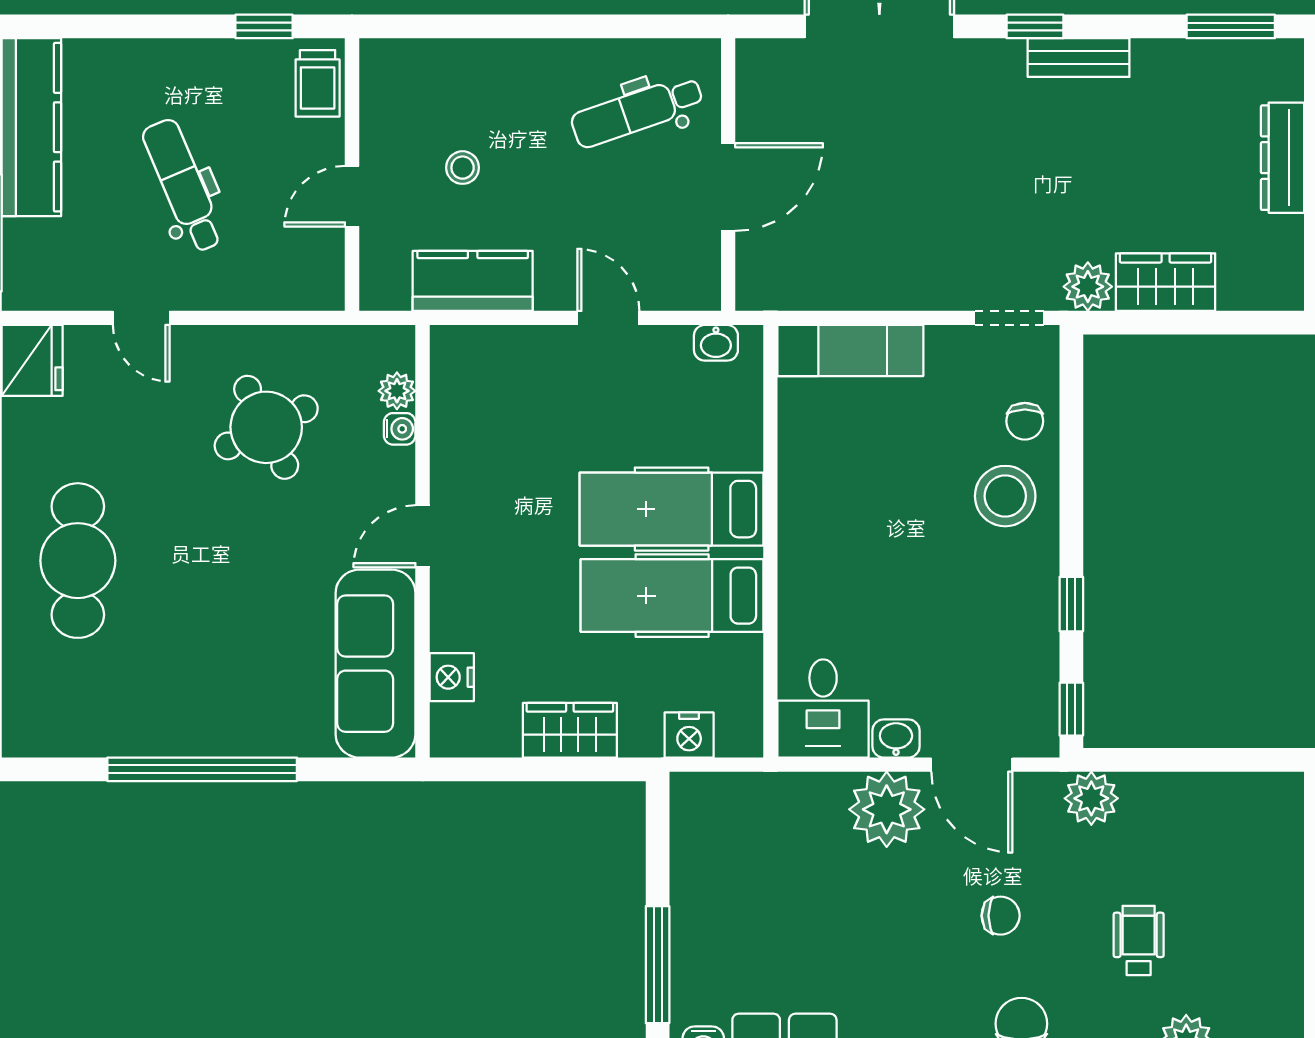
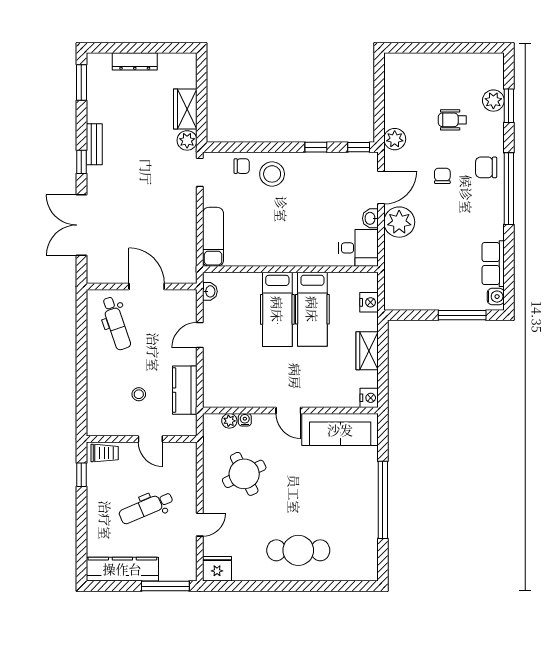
nightstand: (452, 677) -> (369, 398), moved, turned -90

